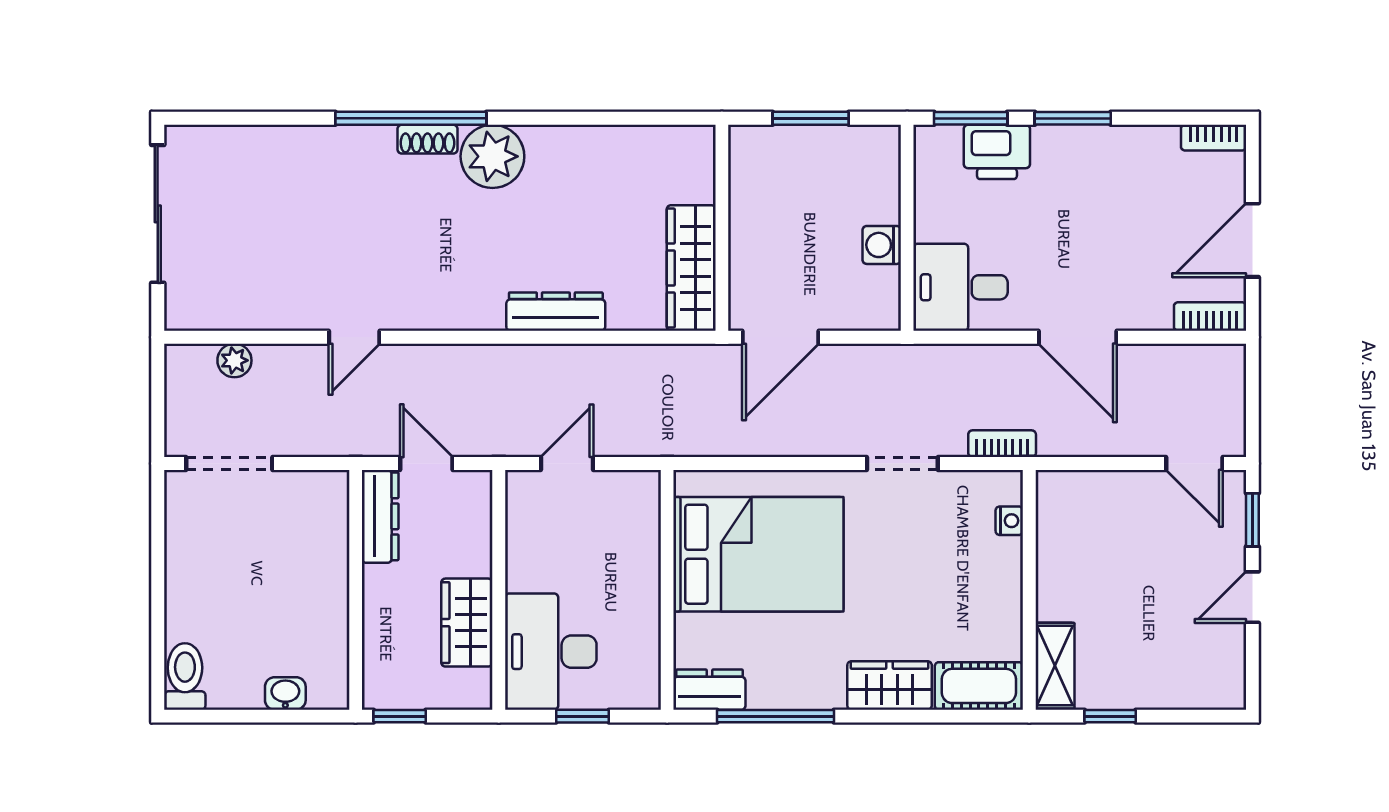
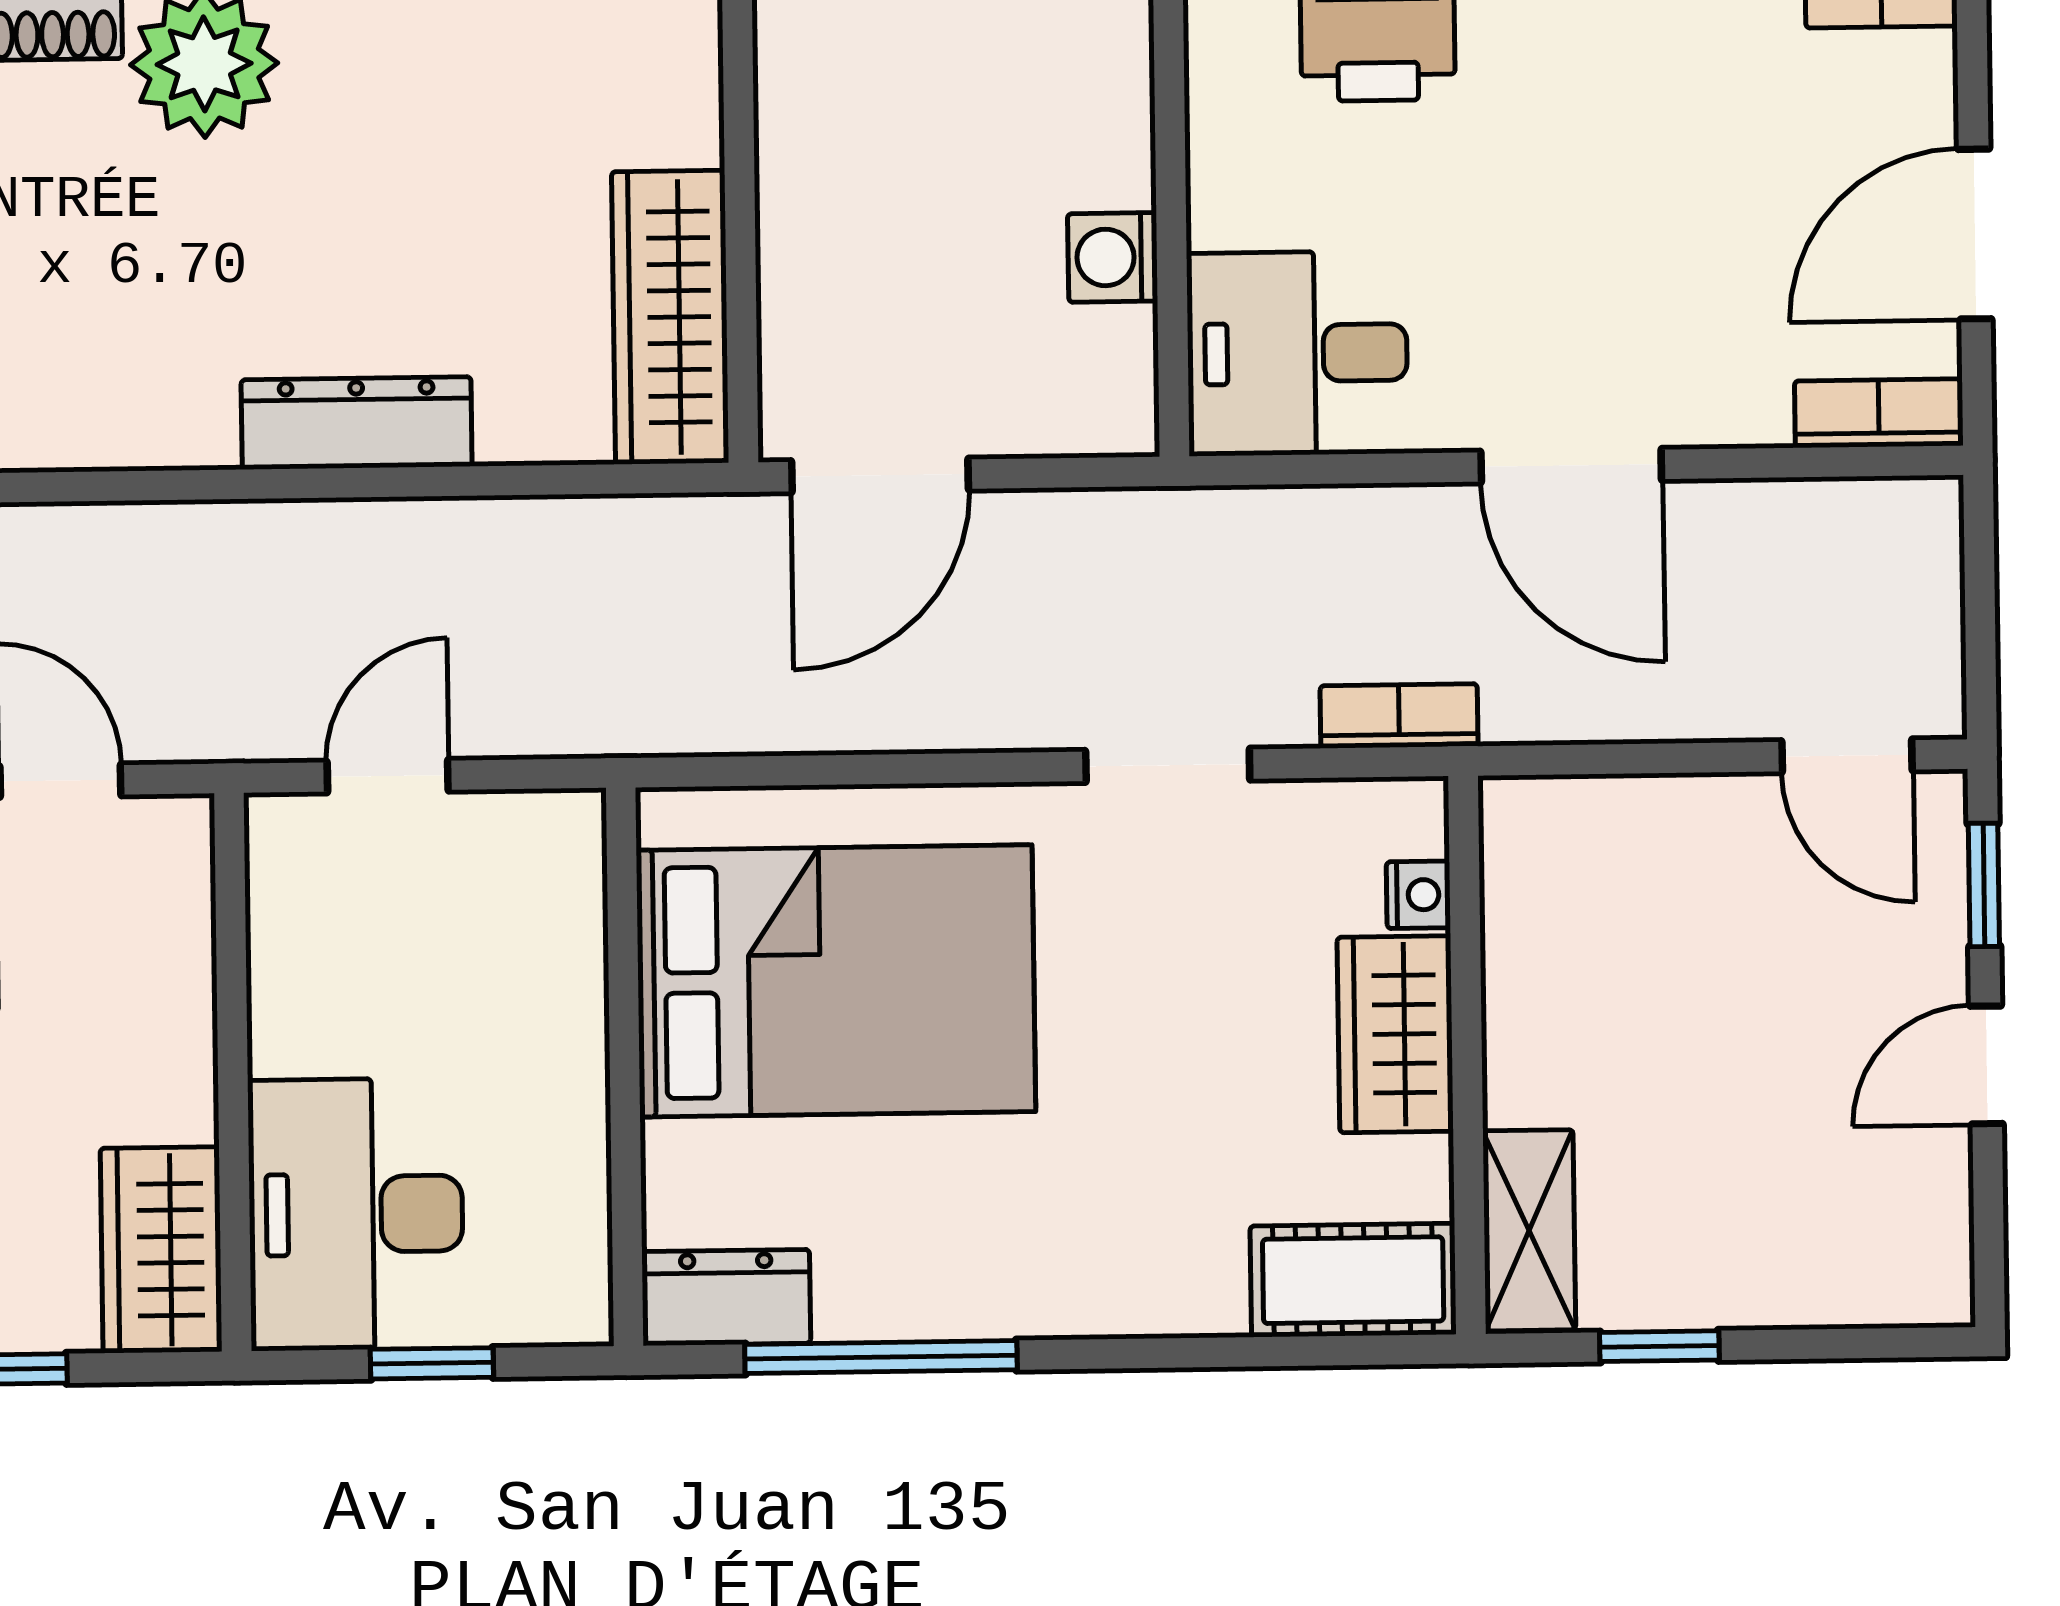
wardrobe: (467, 623) -> (161, 1250), moved
wardrobe: (890, 685) -> (1395, 1034), moved, turned -90

